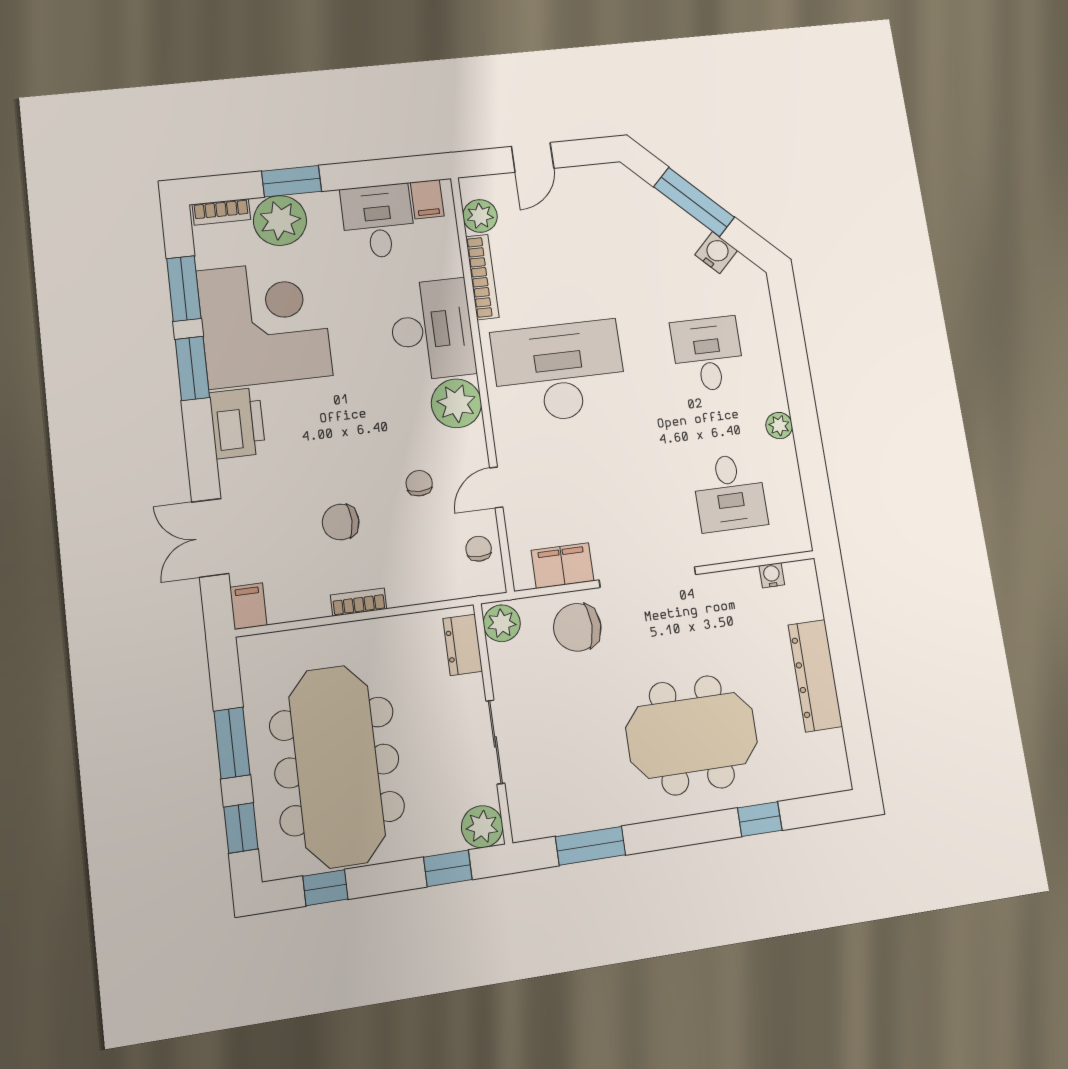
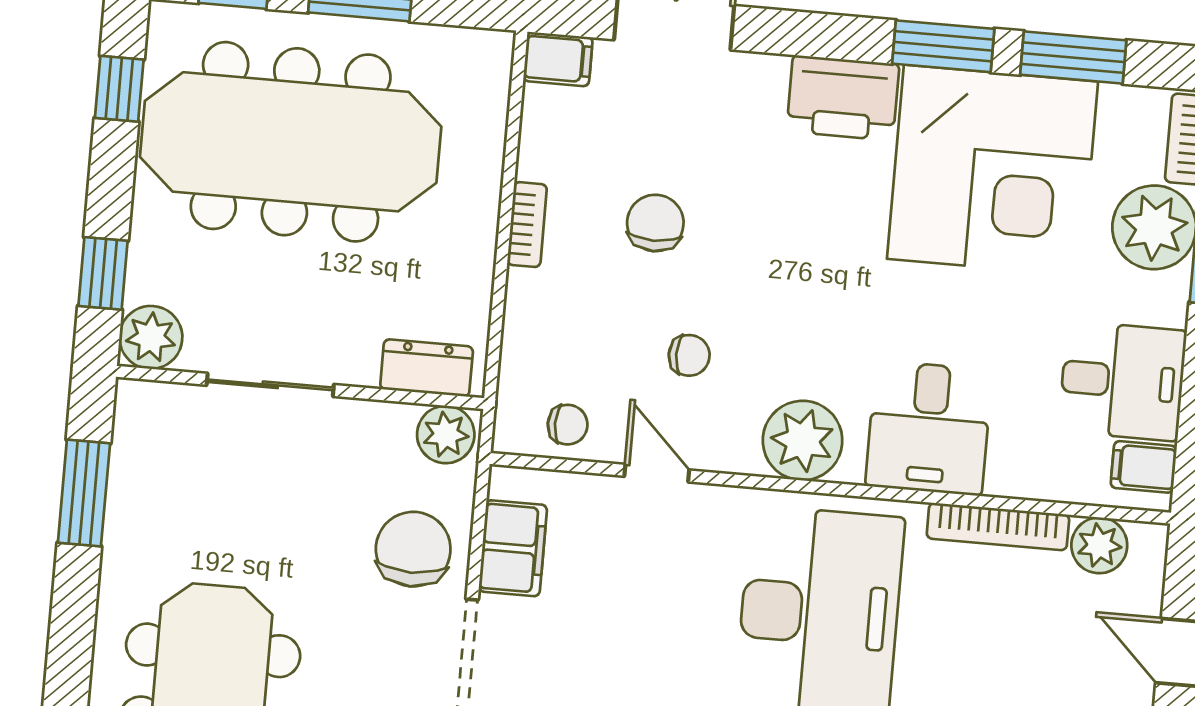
desk: (432, 330) -> (929, 428), width x0.73

